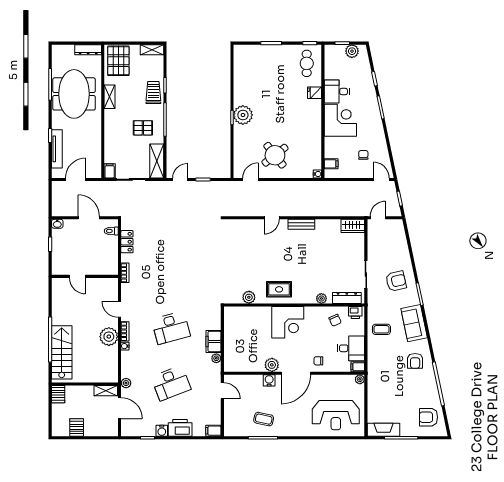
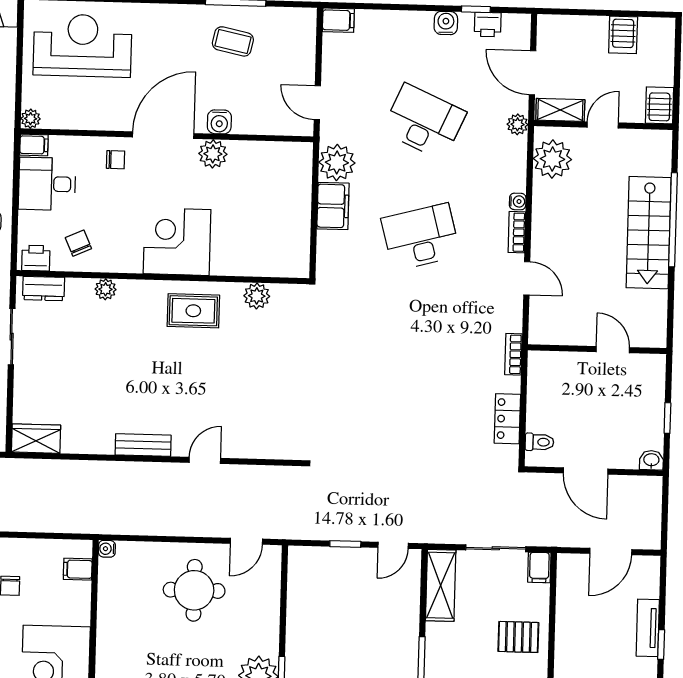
pallet: (143, 128) -> (518, 637), moved
tv unit: (57, 149) -> (648, 628), width x0.71
round table: (275, 155) -> (194, 590), turned 38
dresser: (347, 298) -> (44, 289), width x0.70
plant: (109, 337) -> (552, 159), moved
stairs: (62, 352) -> (649, 233), moved
plant: (216, 358) -> (337, 163), width x1.88, depth x1.88
desk: (171, 383) -> (424, 122), turned 45
door: (85, 384) -> (603, 125), added
printer: (180, 428) -> (488, 25), moved, width x0.53, depth x0.68

